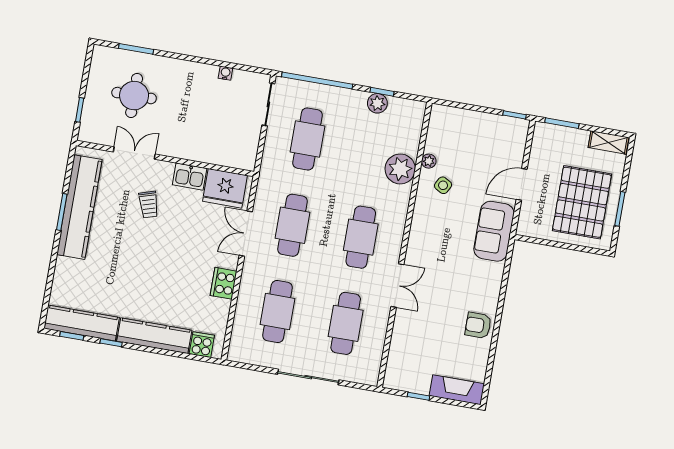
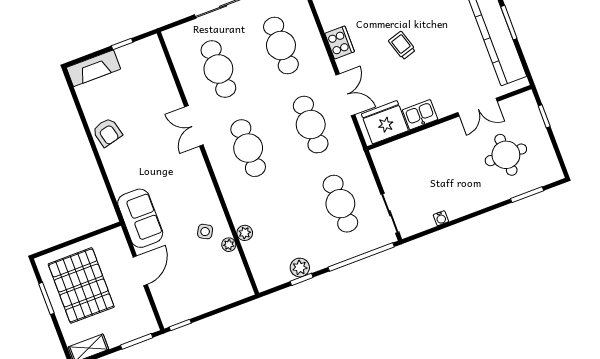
plant: (400, 169) -> (245, 233), width x0.53, depth x0.53
trolley: (149, 205) -> (402, 45), moved
armchair: (478, 325) -> (107, 132), turned 76

